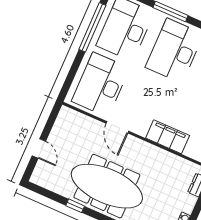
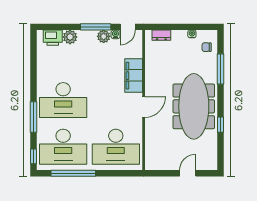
door: (117, 127) -> (144, 107), moved

